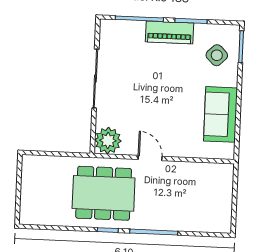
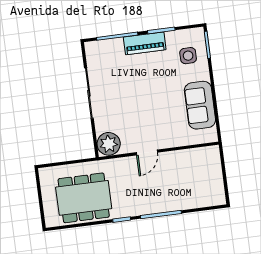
side table: (217, 55) -> (188, 56), turned 45
door: (150, 158) -> (147, 152), swing flipped
dining table: (104, 193) -> (84, 198), moved

